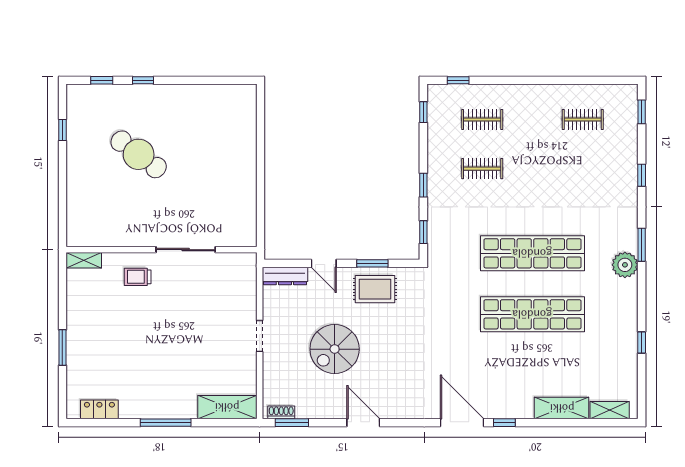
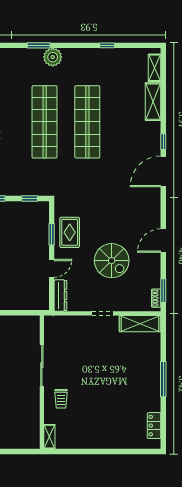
window: (62, 348) -> (111, 451), removed
shelving: (227, 407) -> (140, 324), moved, turned 90

